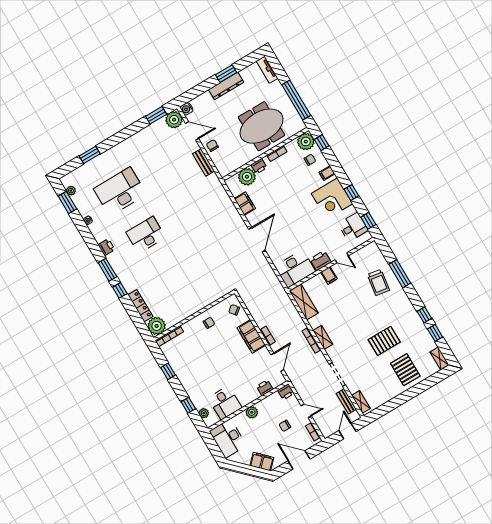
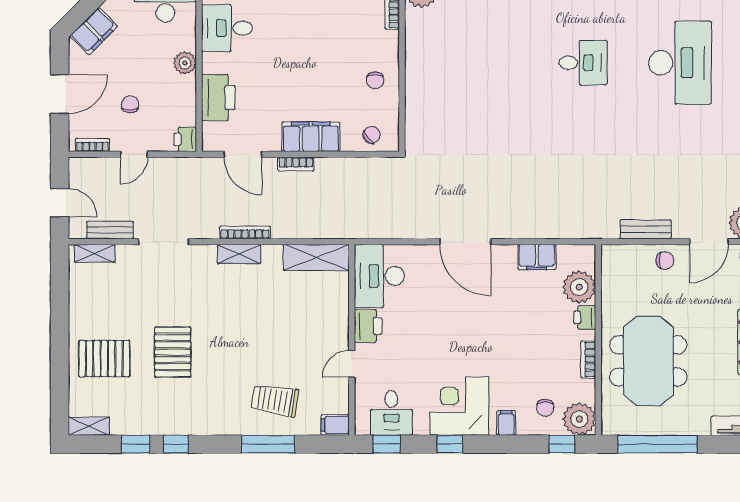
desk: (146, 235) -> (583, 63), width x0.73
filing cabinet: (329, 275) -> (335, 425), moved
printer: (265, 388) -> (218, 98), width x1.87, depth x1.48

